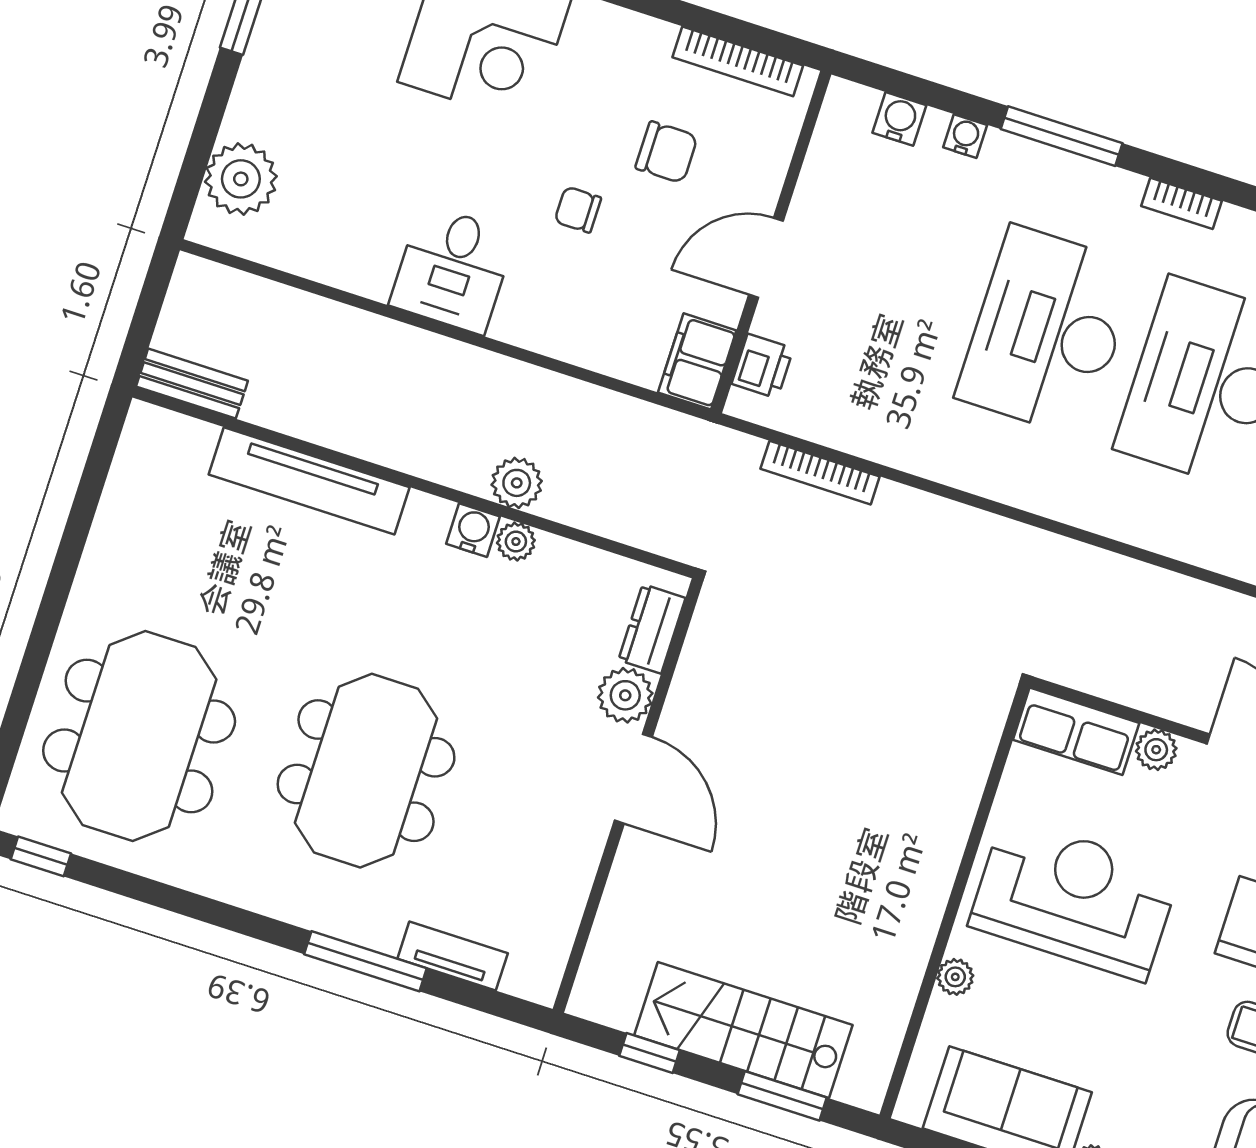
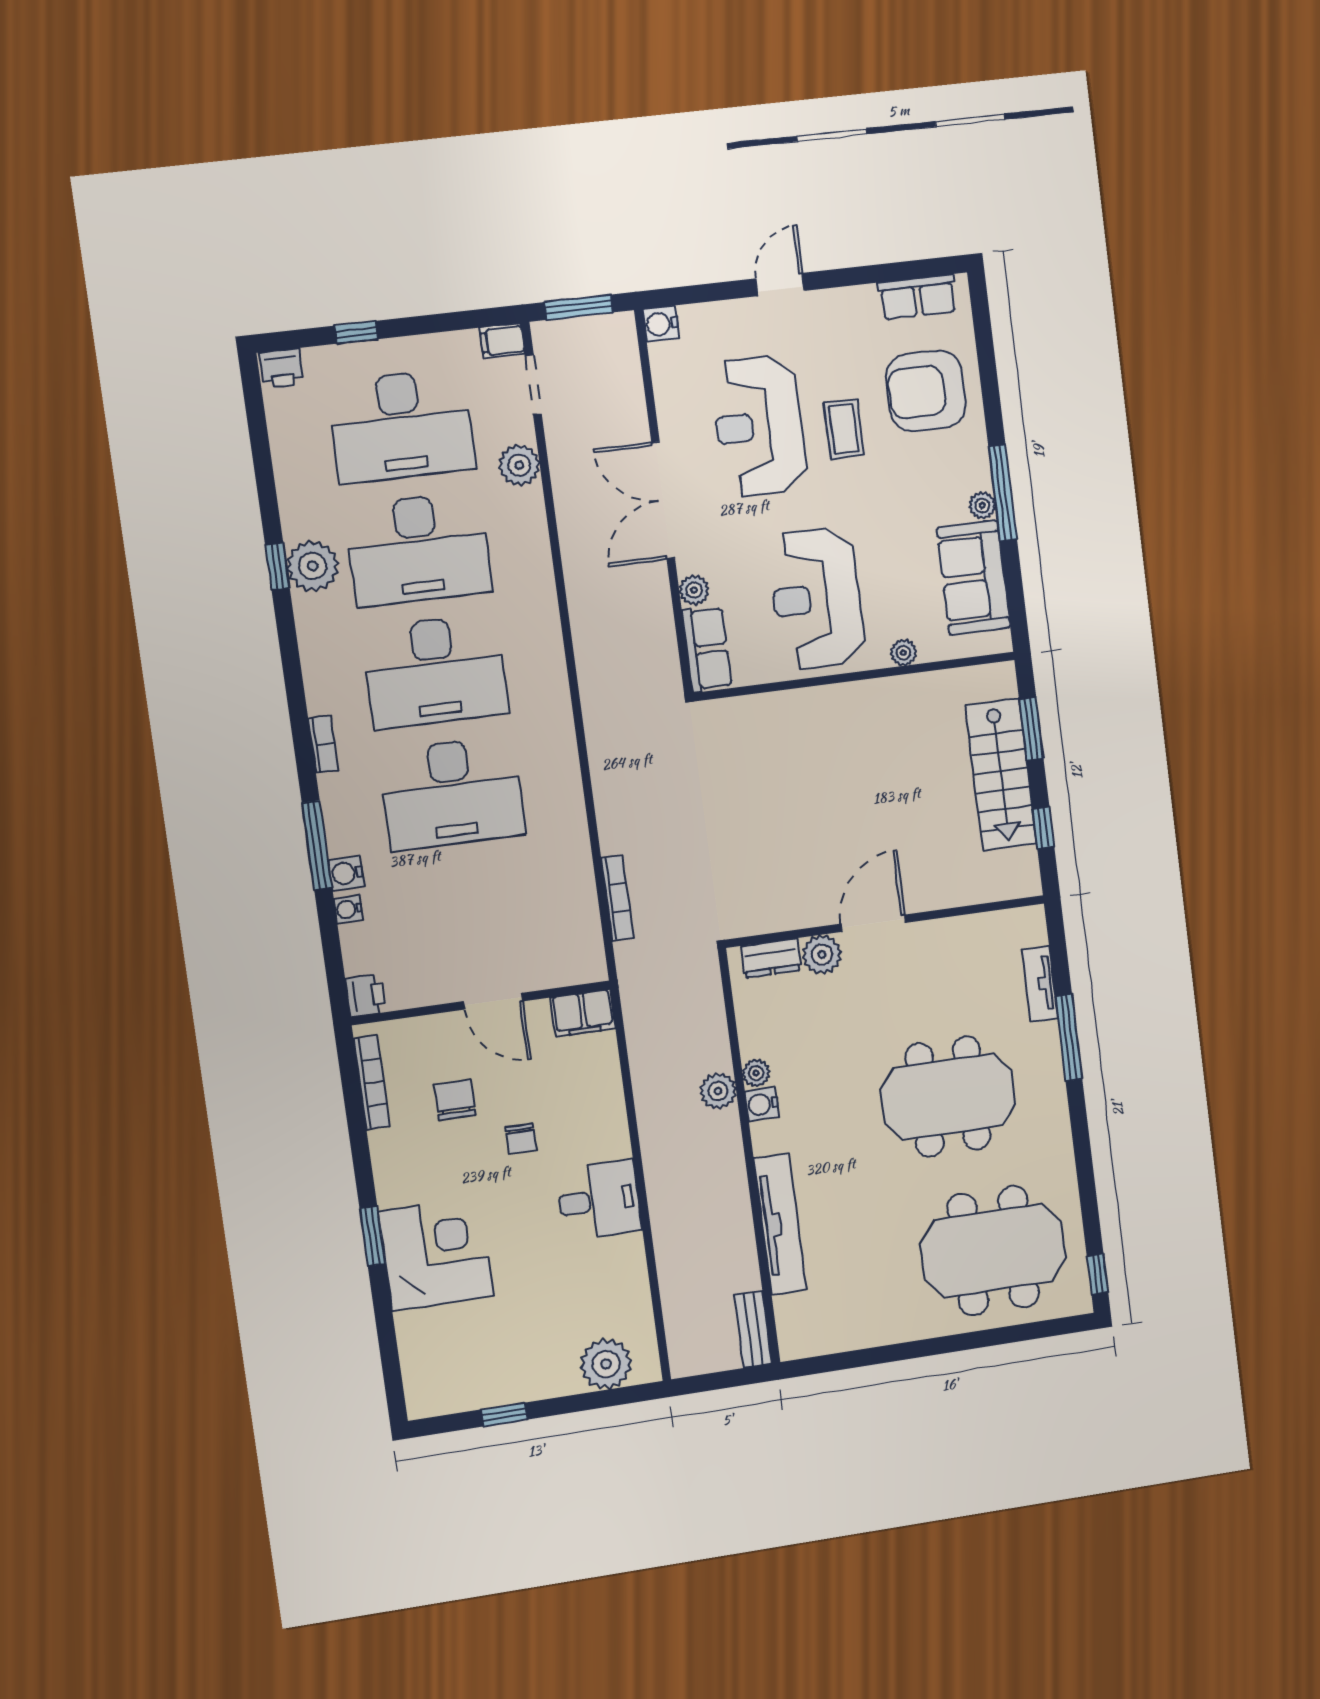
water cooler: (899, 119) -> (346, 873), moved
printer: (762, 366) -> (365, 995), moved, turned 90

